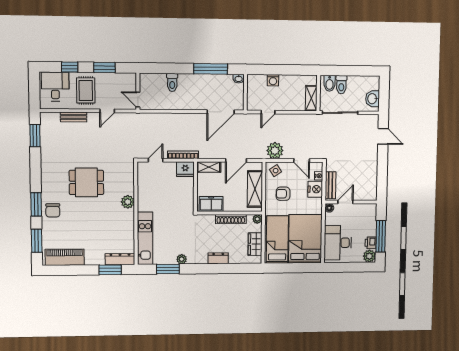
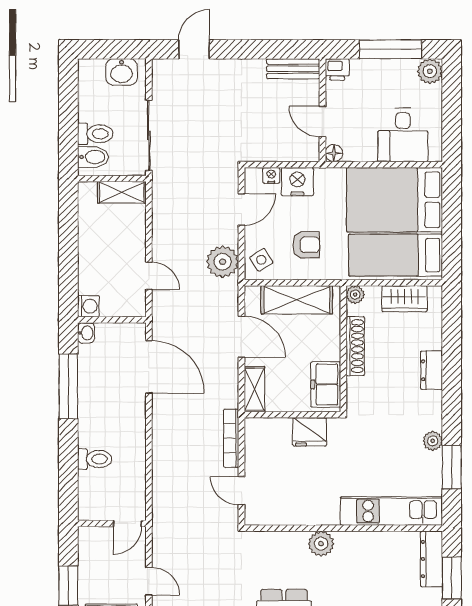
washing machine: (273, 80) -> (88, 306), moved
fridge: (185, 169) -> (310, 432), moved, turned 90
bench: (330, 185) -> (293, 69), moved
armchair: (283, 194) -> (306, 245), turned -90
desk: (338, 243) -> (403, 135), width x0.73
printer: (371, 243) -> (337, 69), moved

